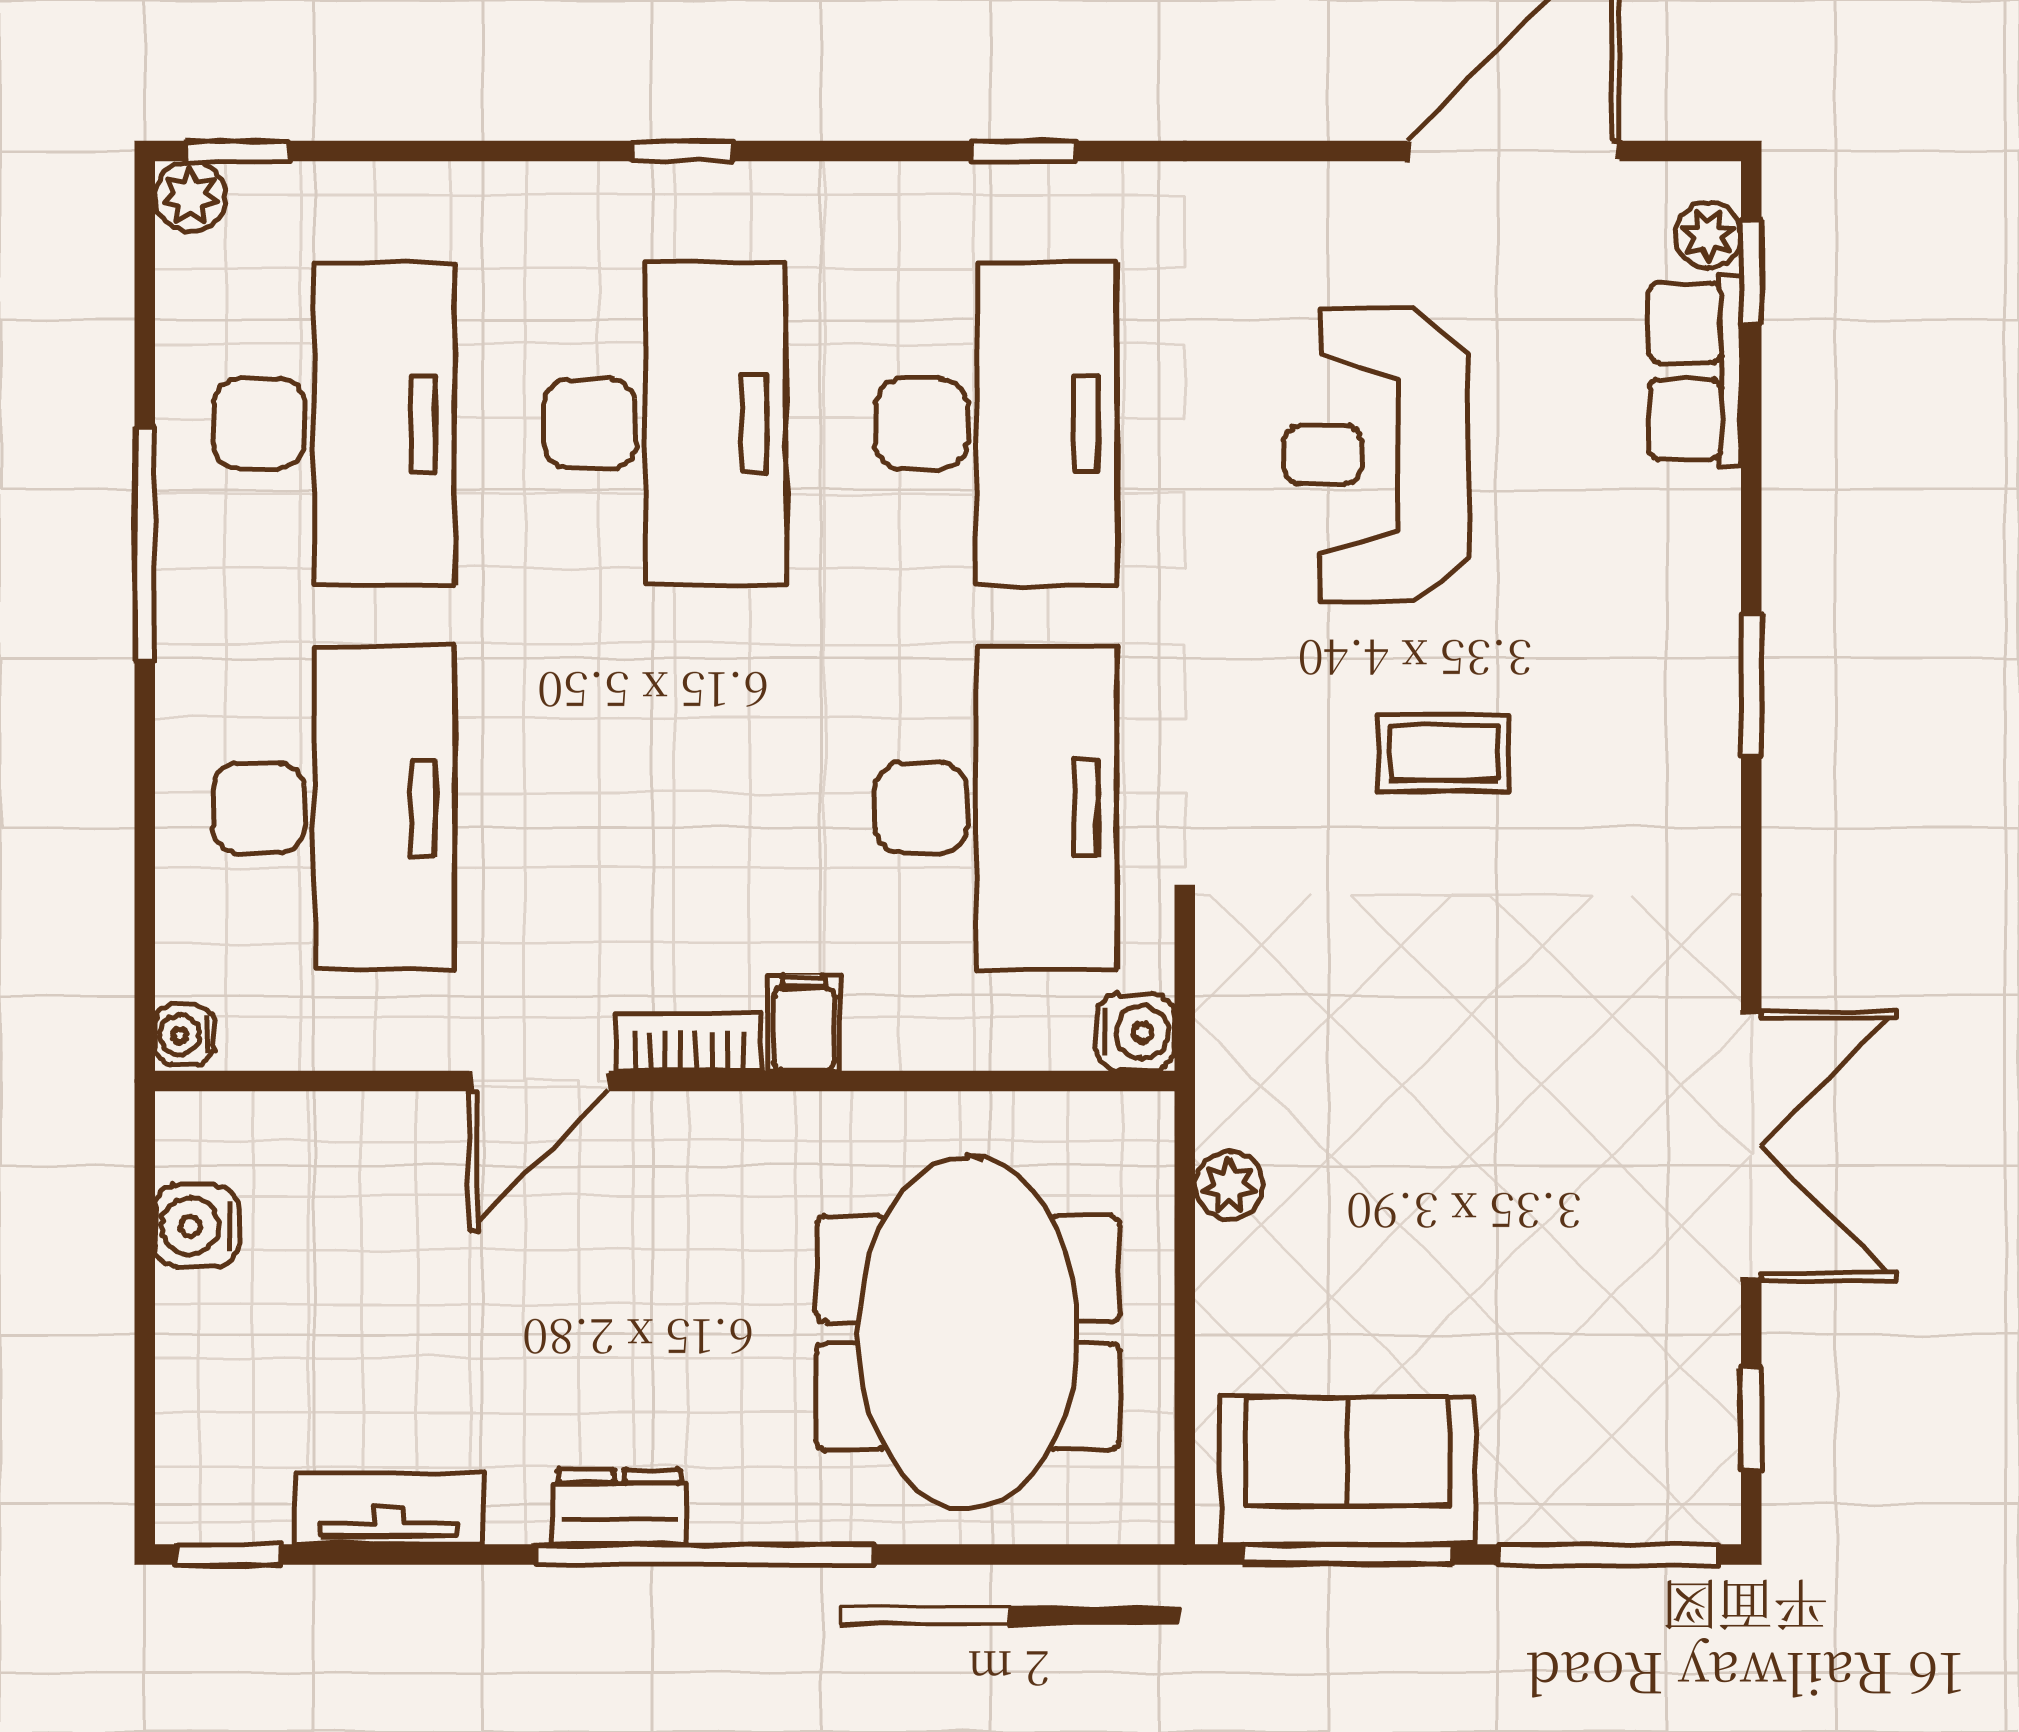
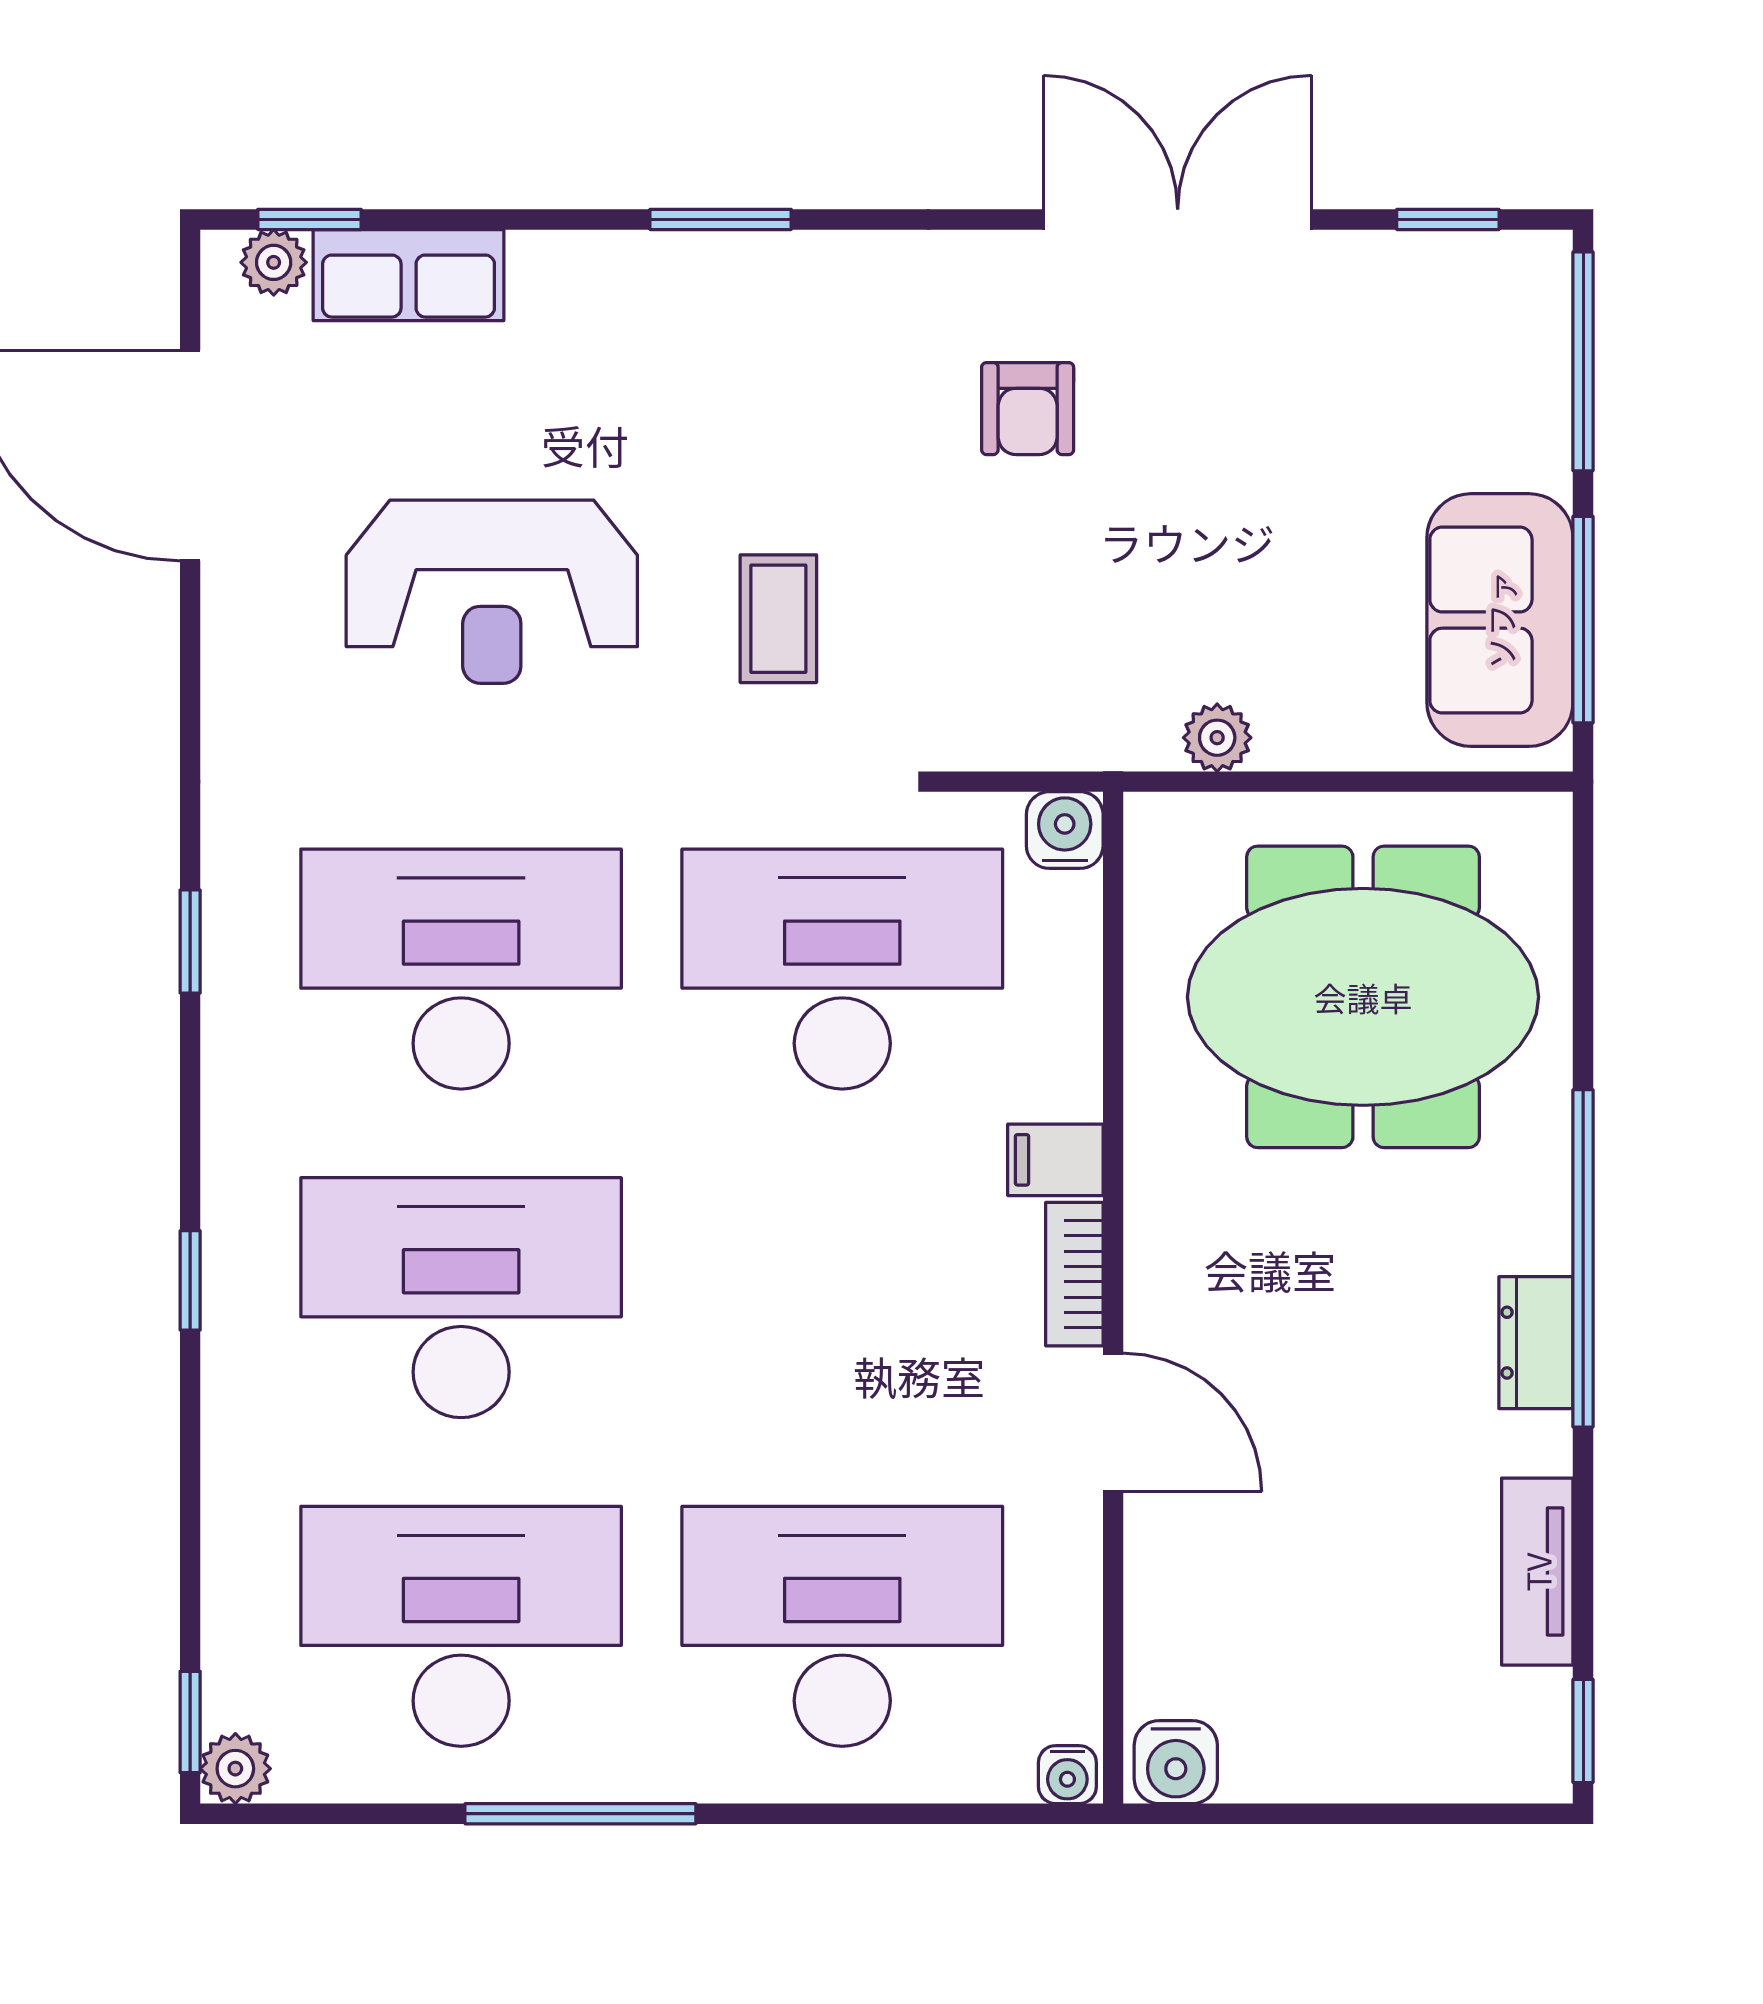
coffee table: (1444, 753) -> (778, 619), moved
armchair: (1561, 995) -> (1028, 409), added
water cooler: (197, 1226) -> (1176, 1762), moved

